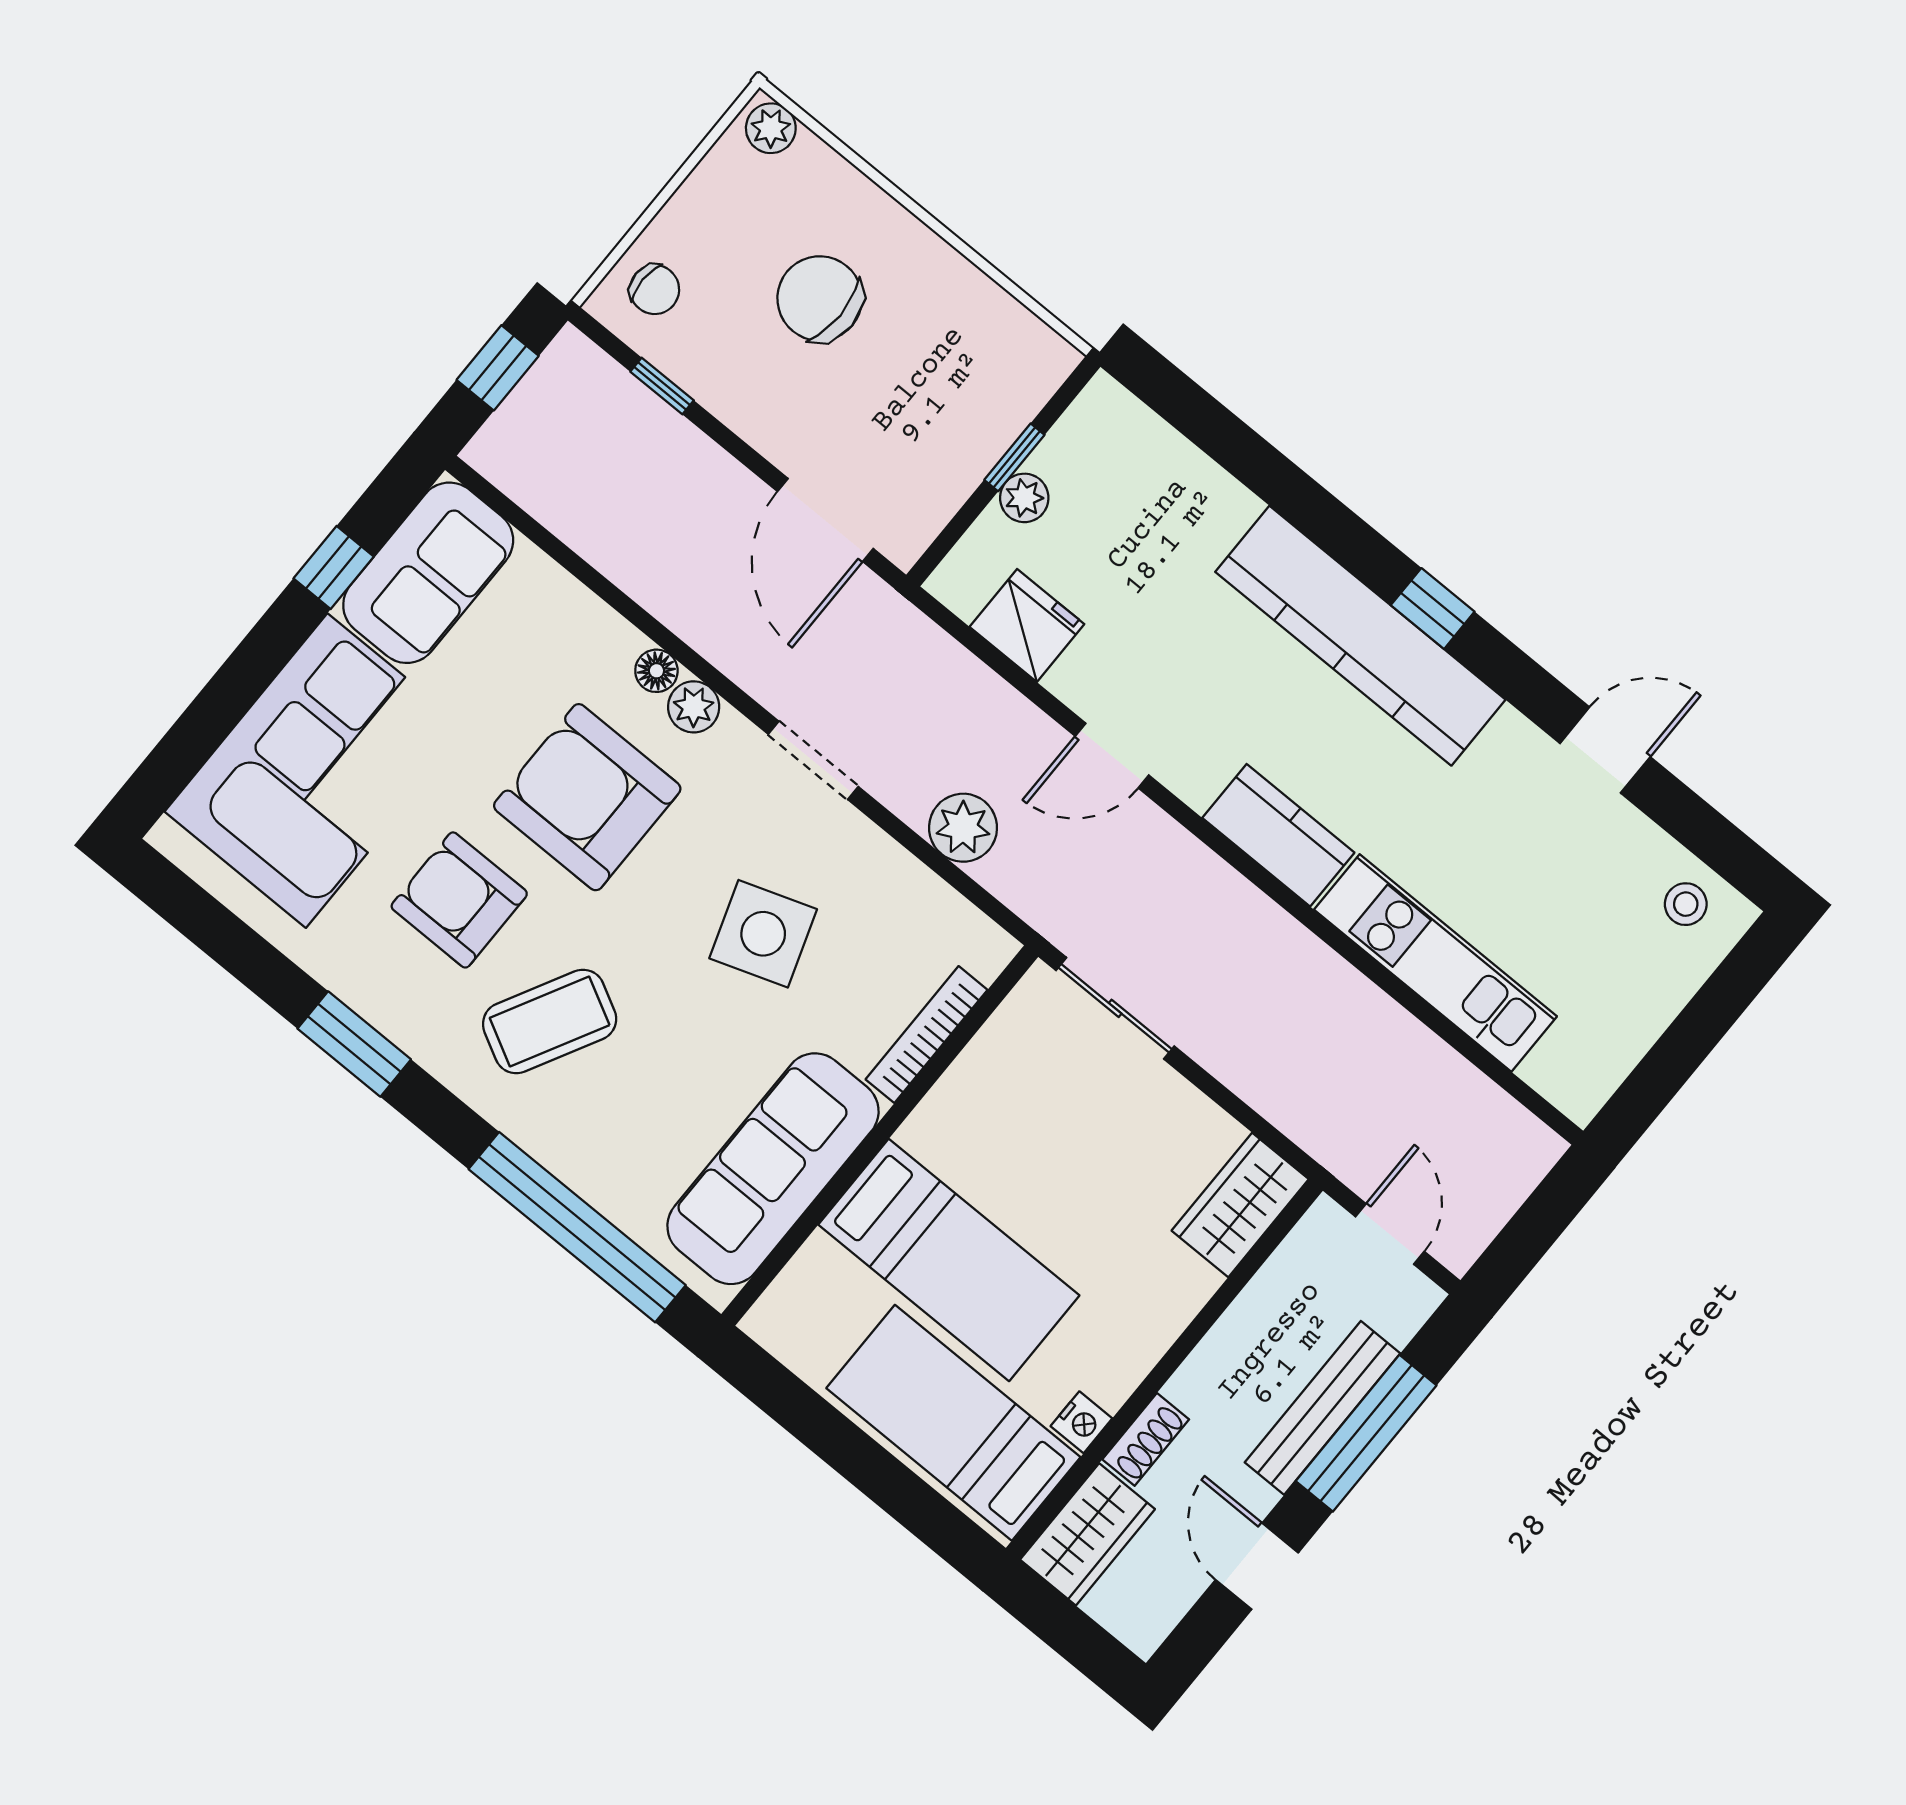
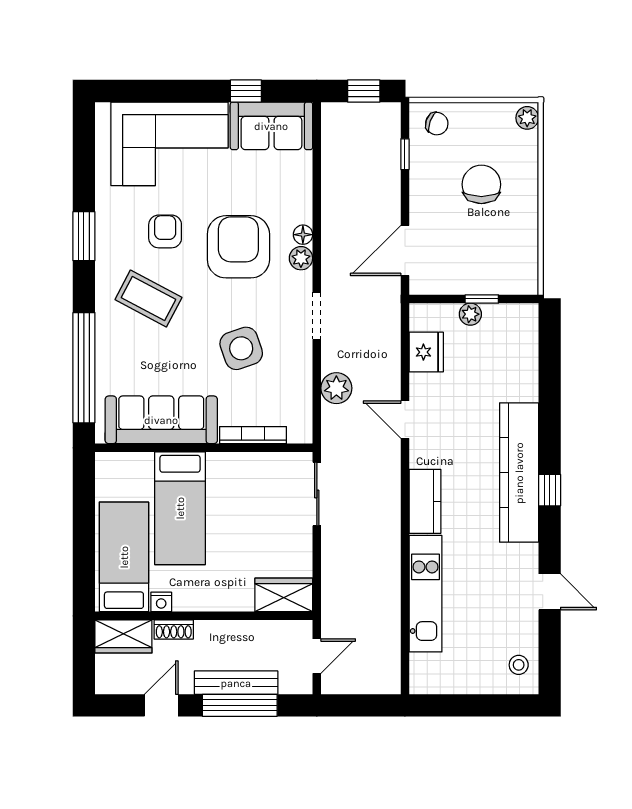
chair: (655, 290) -> (437, 124), turned -70
armchair: (459, 900) -> (165, 231), width x0.72, depth x0.72

